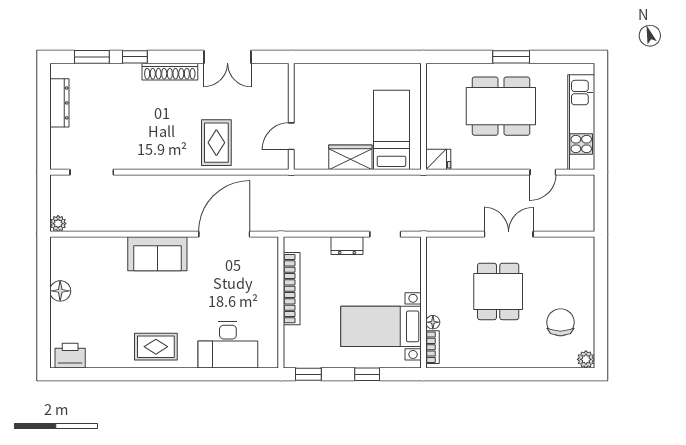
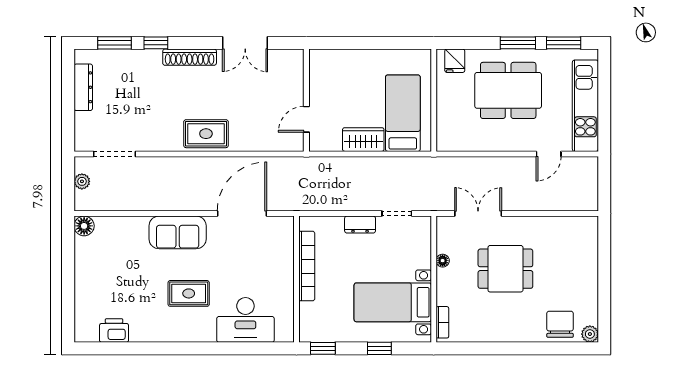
window: (559, 57) -> (564, 43), added
rug: (216, 143) -> (206, 134), moved, turned 90
fridge: (438, 159) -> (455, 61), moved, turned 90
plant: (58, 224) -> (82, 181), moved
double door: (509, 234) -> (478, 214), moved
floor lamp: (60, 291) -> (84, 226), moved
dining table: (498, 291) -> (505, 269), turned 90
floor lamp: (433, 322) -> (443, 261), moved
chair: (560, 322) -> (560, 324), moved
rug: (156, 347) -> (189, 293), moved
printer: (70, 356) -> (114, 330), moved

